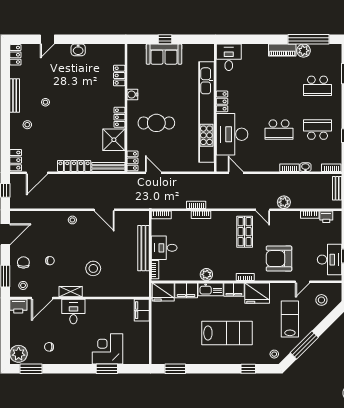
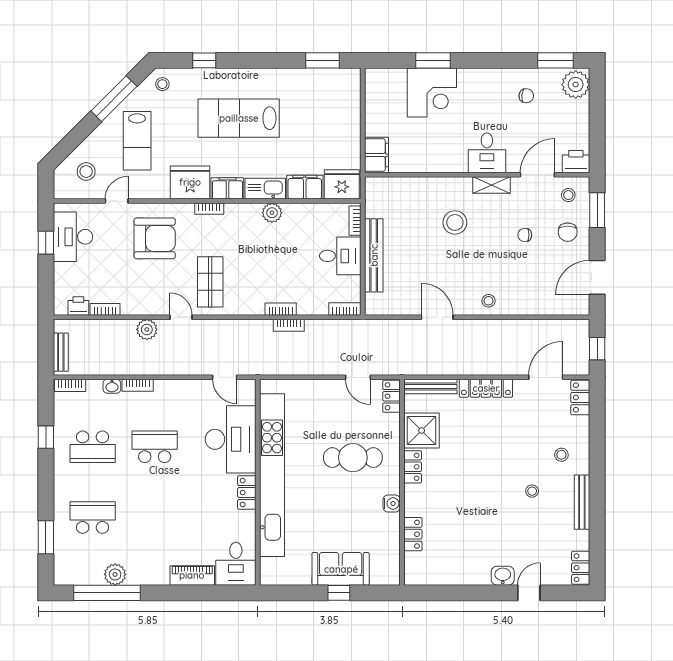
washbasin: (78, 50) -> (503, 576), moved
piano: (282, 50) -> (192, 575), moved

